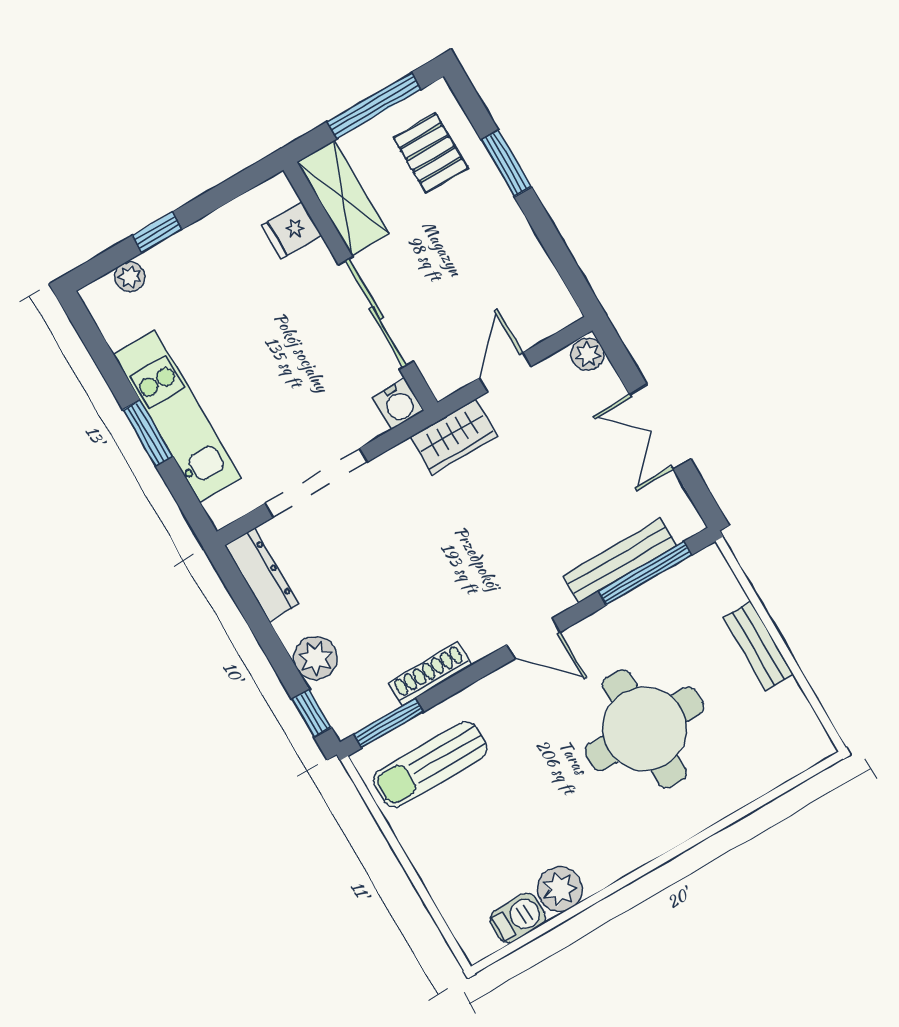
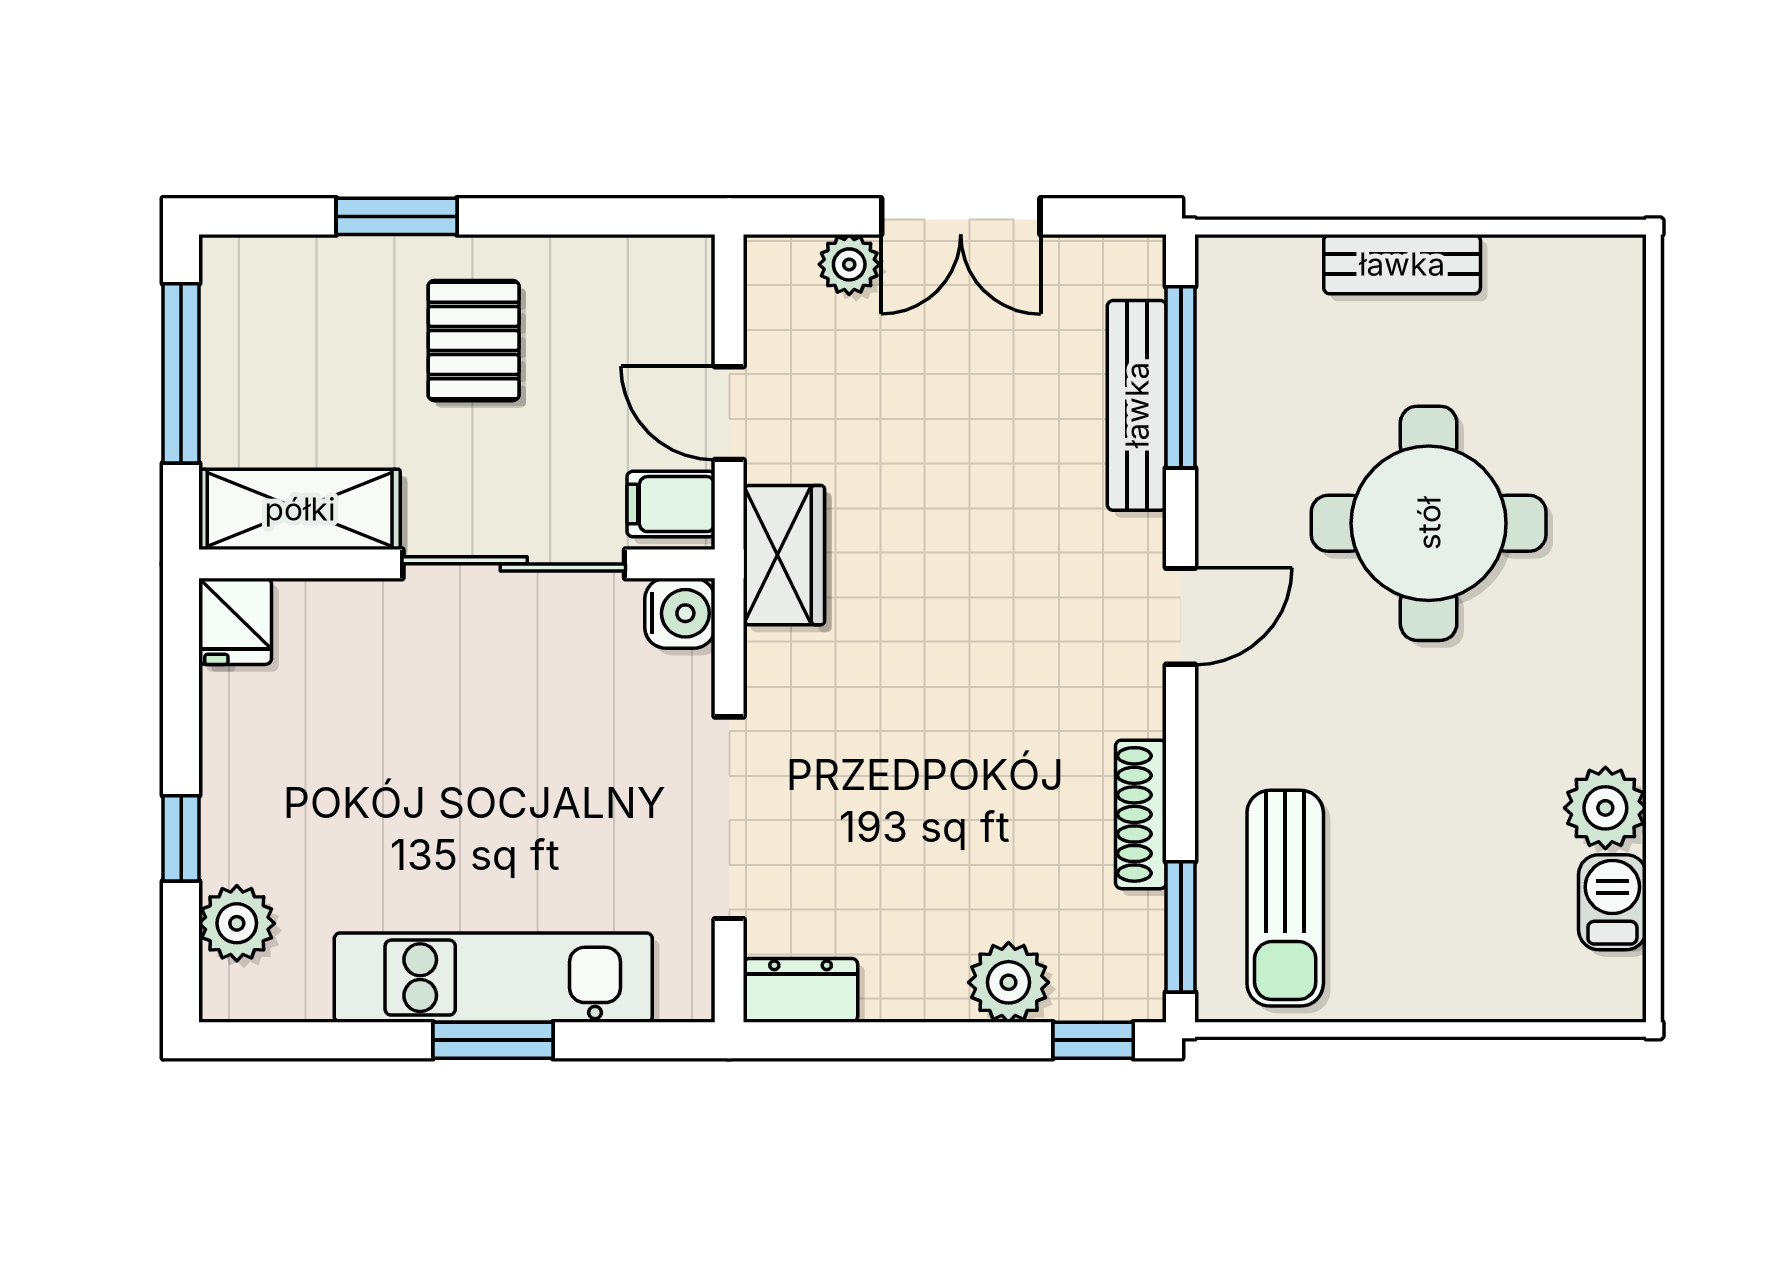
pallet: (431, 153) -> (474, 341), moved, turned 90
fridge: (292, 230) -> (235, 621), moved
plant: (130, 277) -> (237, 923), width x1.38, depth x1.38
plant: (588, 354) -> (849, 264), moved
filing cabinet: (447, 370) -> (671, 504), added
dresser: (262, 575) -> (801, 990), width x0.70

